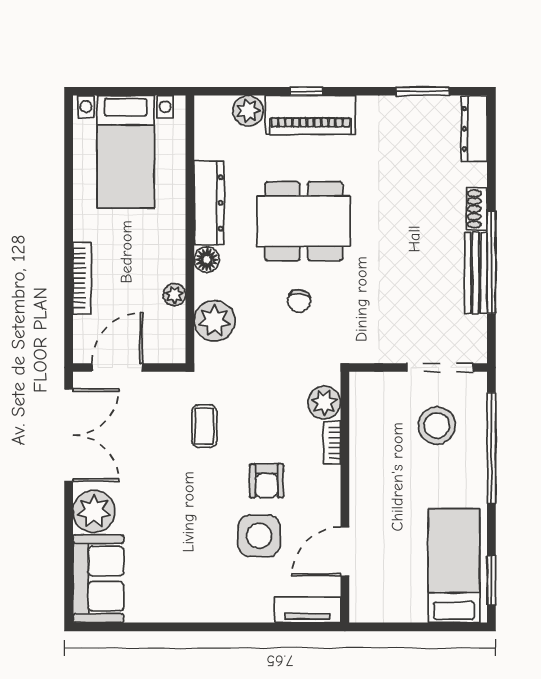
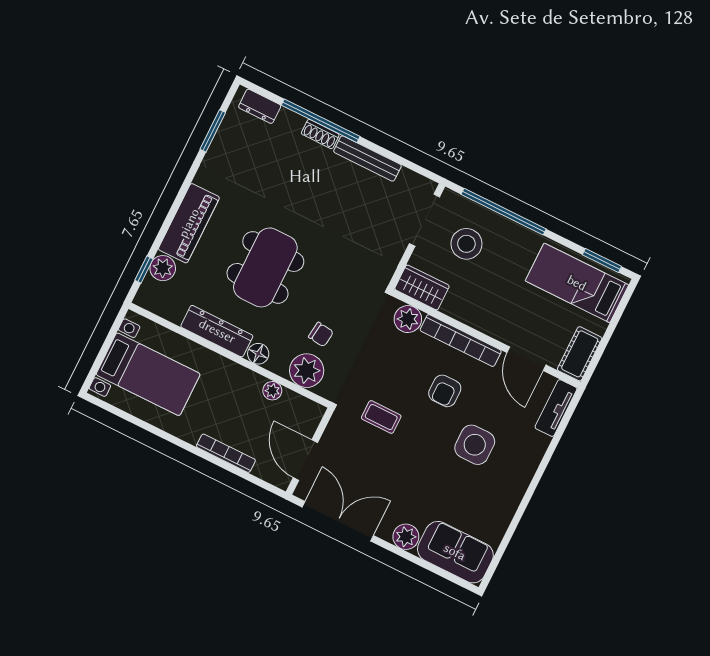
window: (307, 91) -> (144, 270), moved
dresser: (474, 129) -> (260, 106), width x0.70
window: (491, 263) -> (321, 121), moved
chair: (299, 301) -> (321, 334), moved
wardrobe: (366, 401) -> (422, 287), added
bookcase: (332, 443) -> (461, 341), width x2.31, depth x1.31
armchair: (267, 481) -> (445, 391), turned 90
plant: (94, 511) -> (406, 537), width x0.73, depth x0.73
side table: (259, 536) -> (475, 445), moved
cot: (379, 606) -> (580, 354), added

